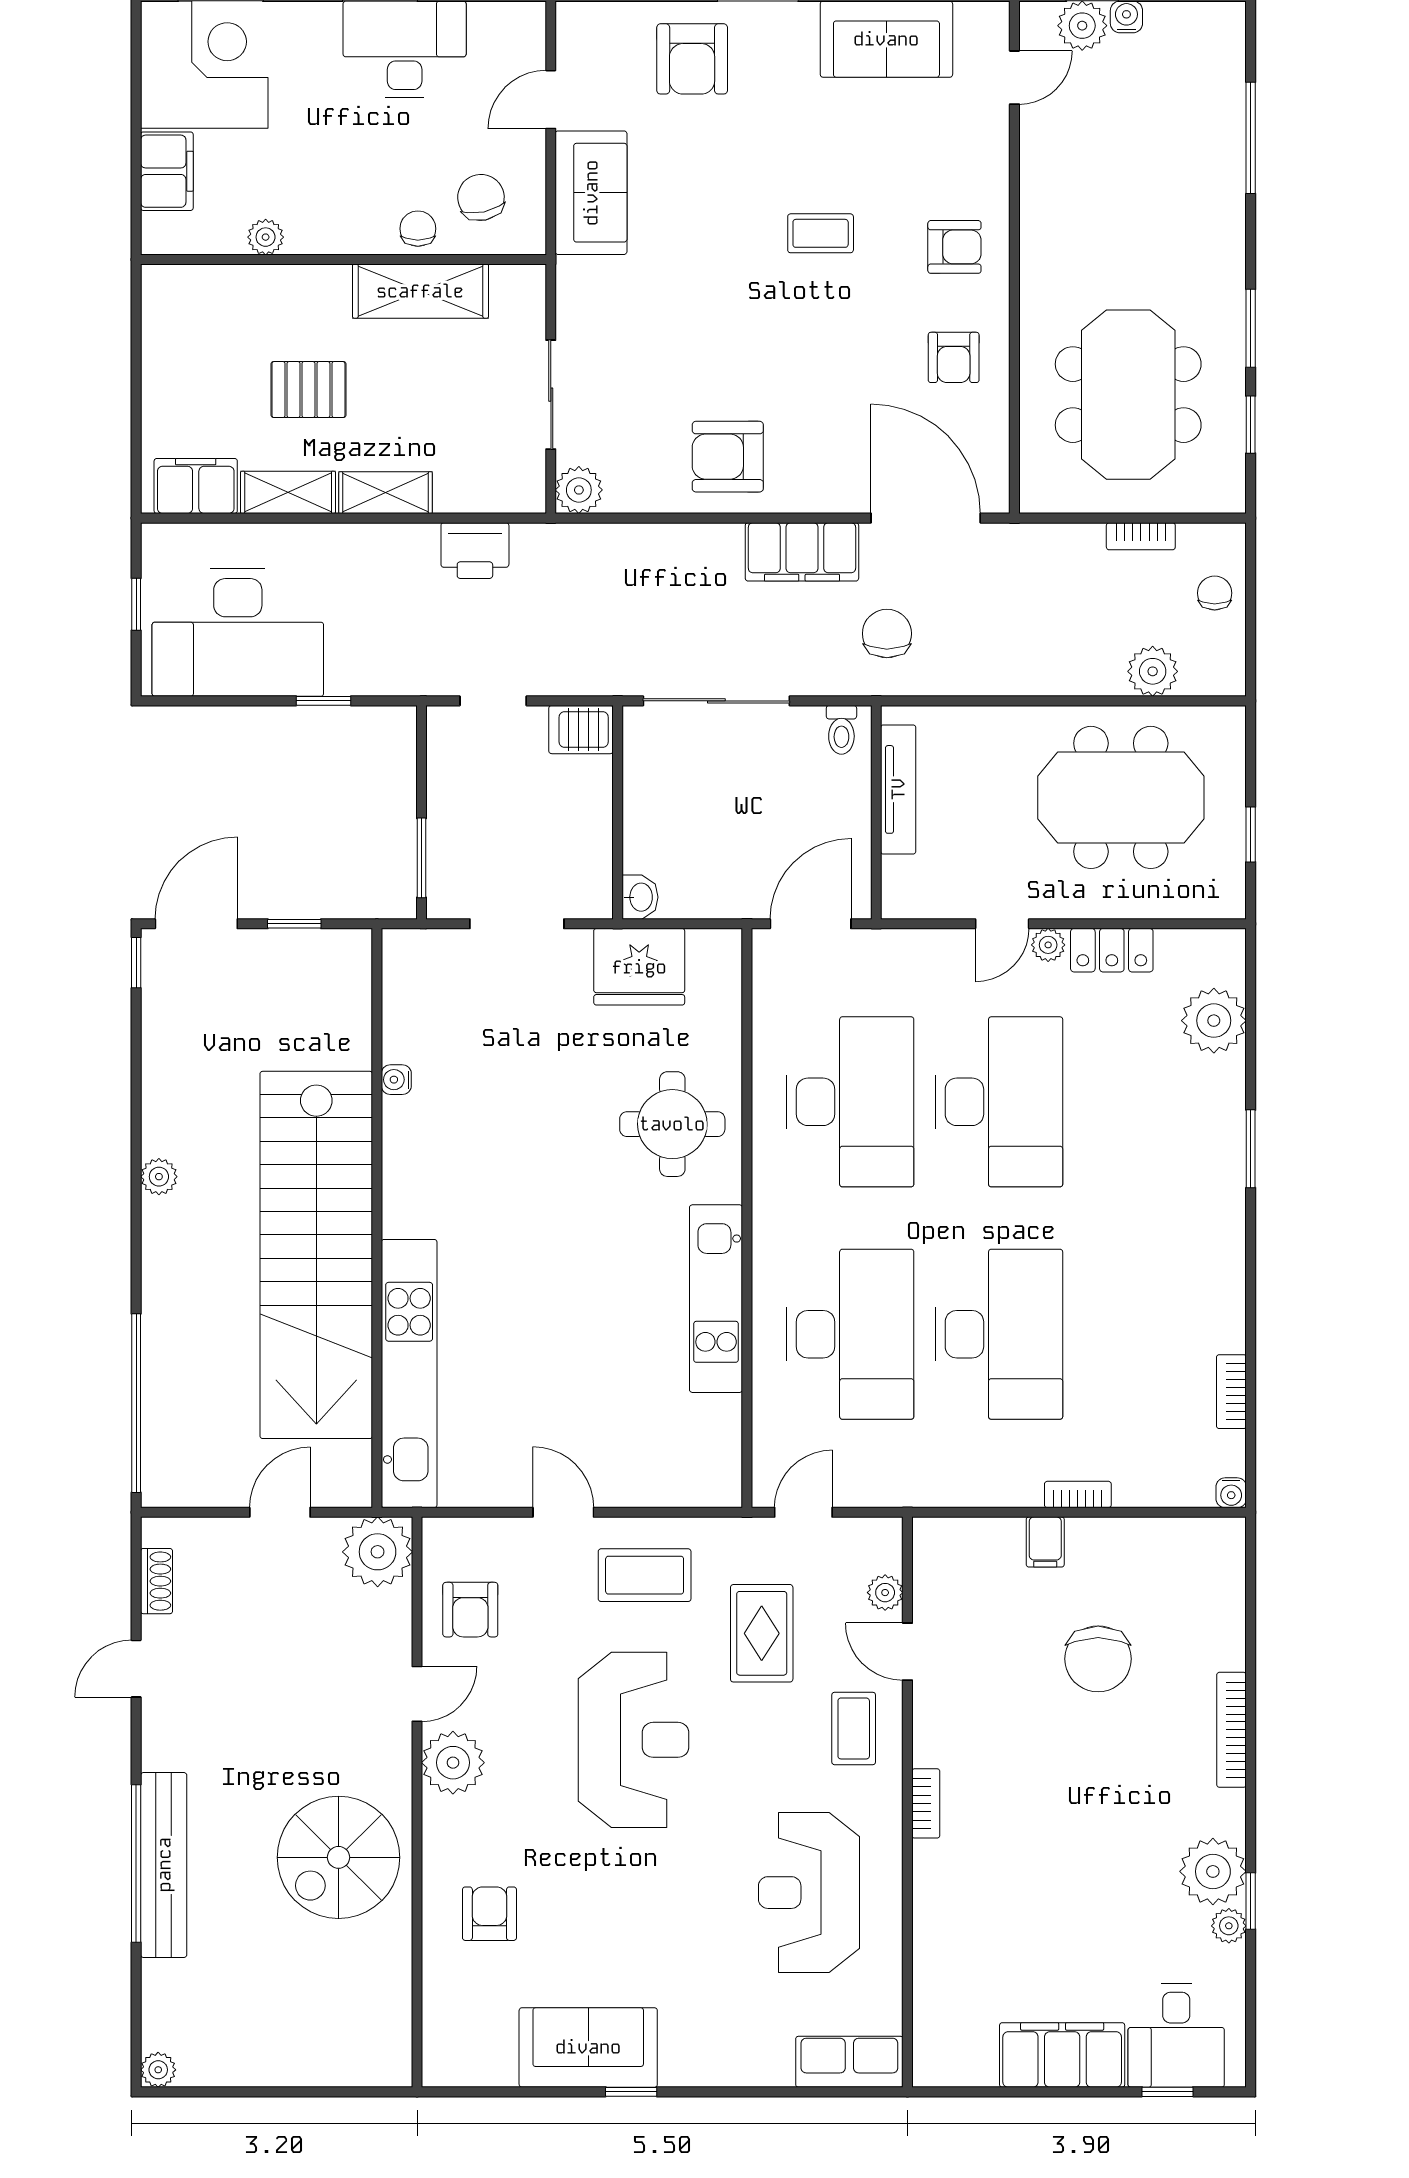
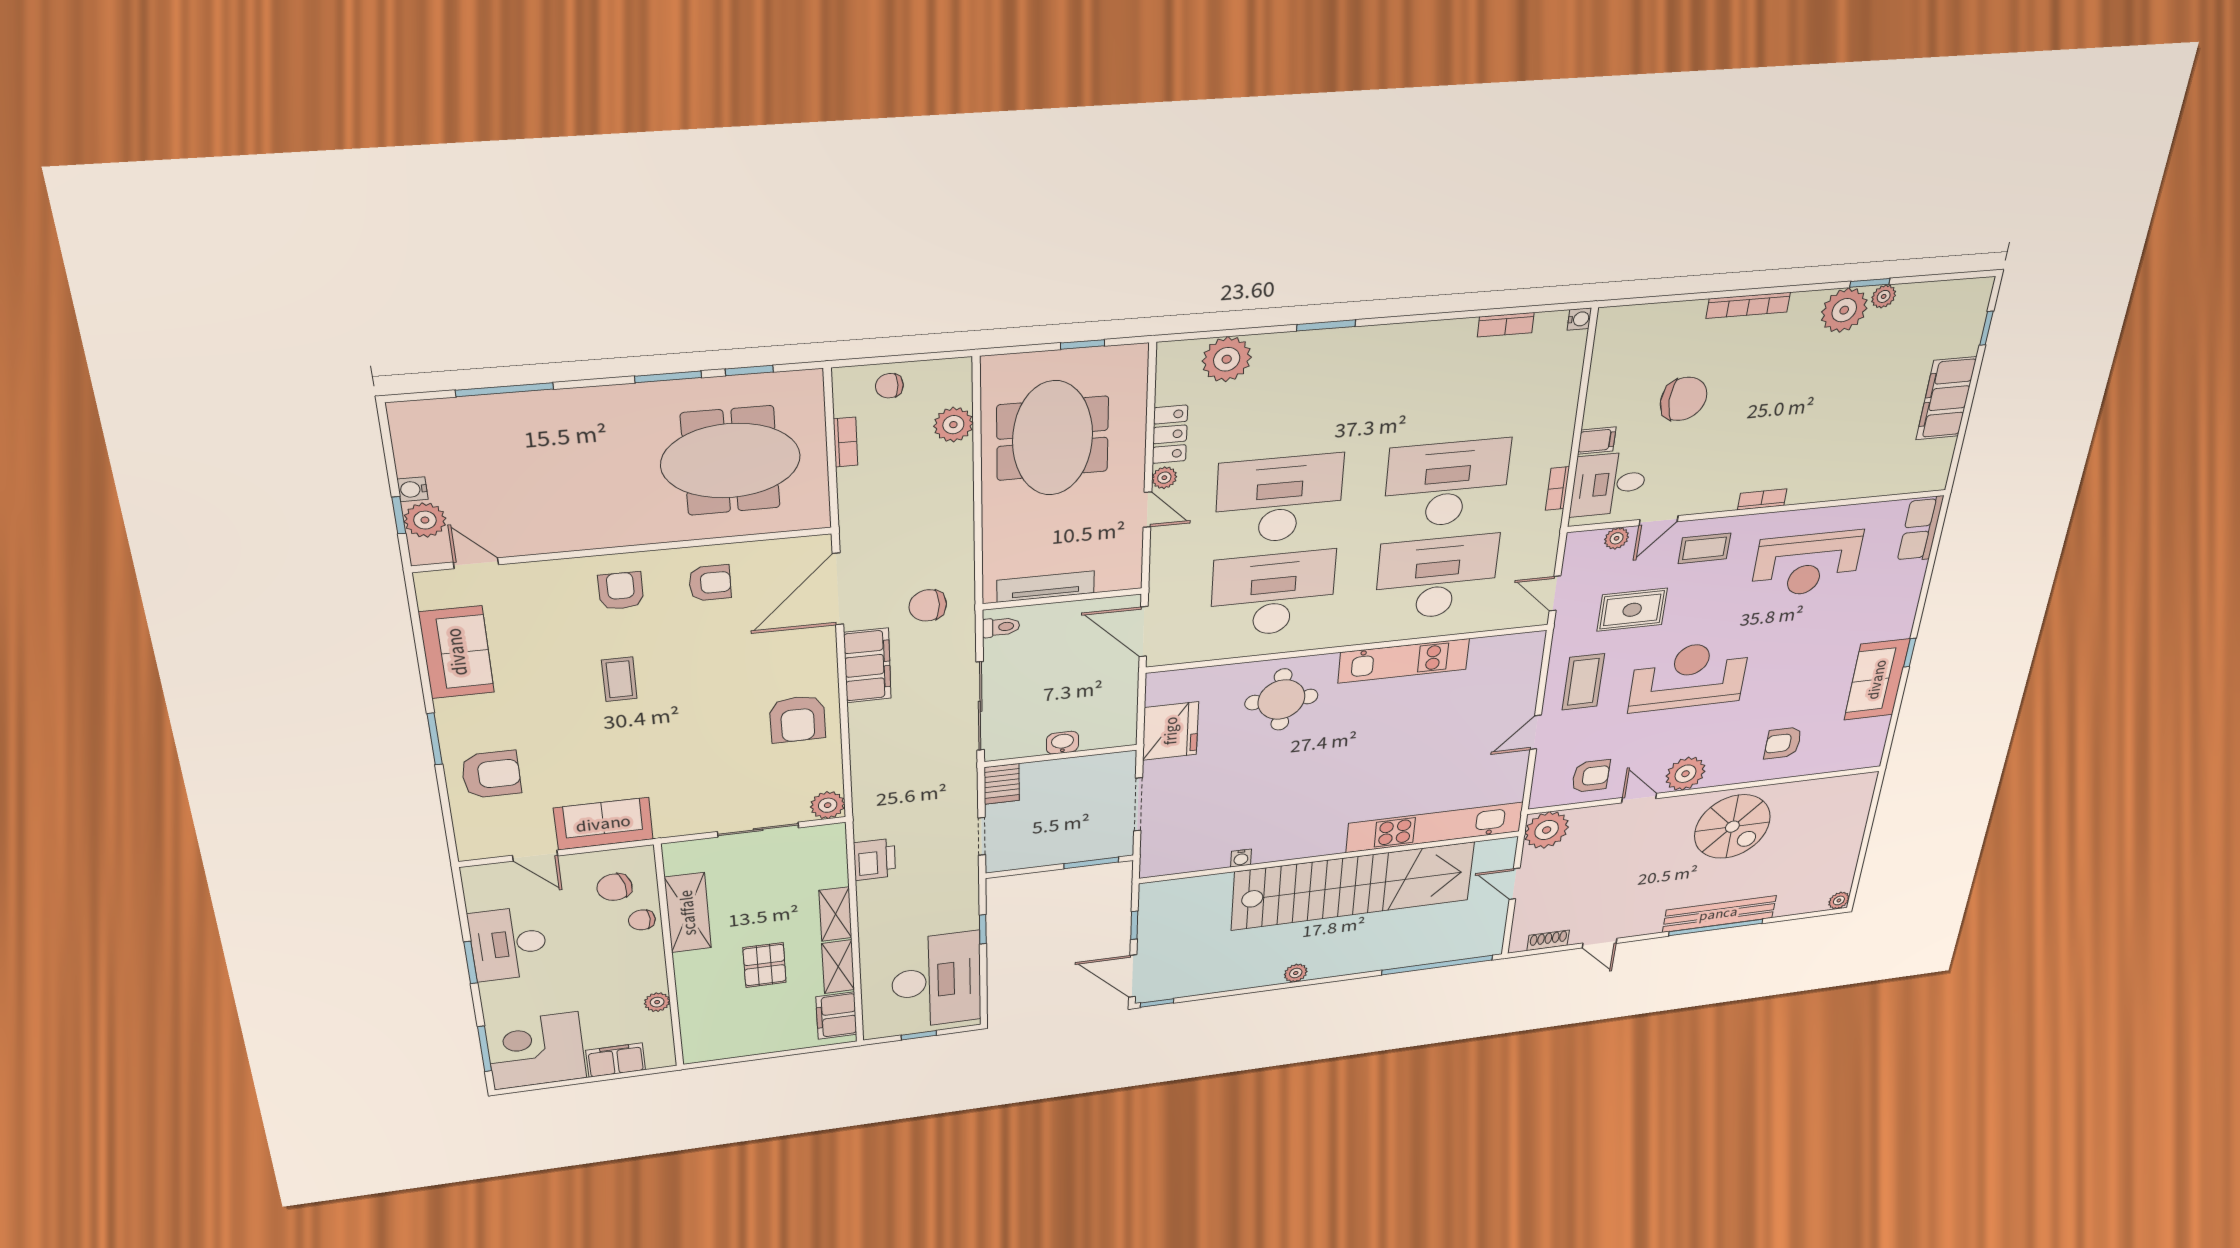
washbasin: (640, 897) -> (1062, 743), moved
bookcase: (1078, 1495) -> (1558, 488), moved
desk: (1176, 2036) -> (1609, 484), moved, turned 180

